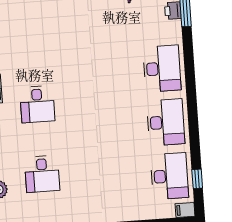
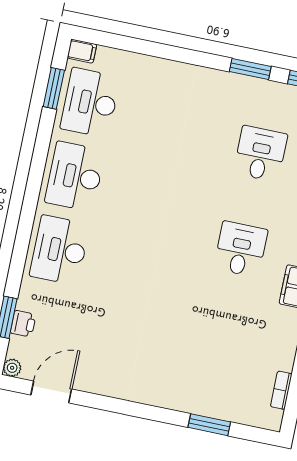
window: (197, 179) -> (54, 88), width x1.50

